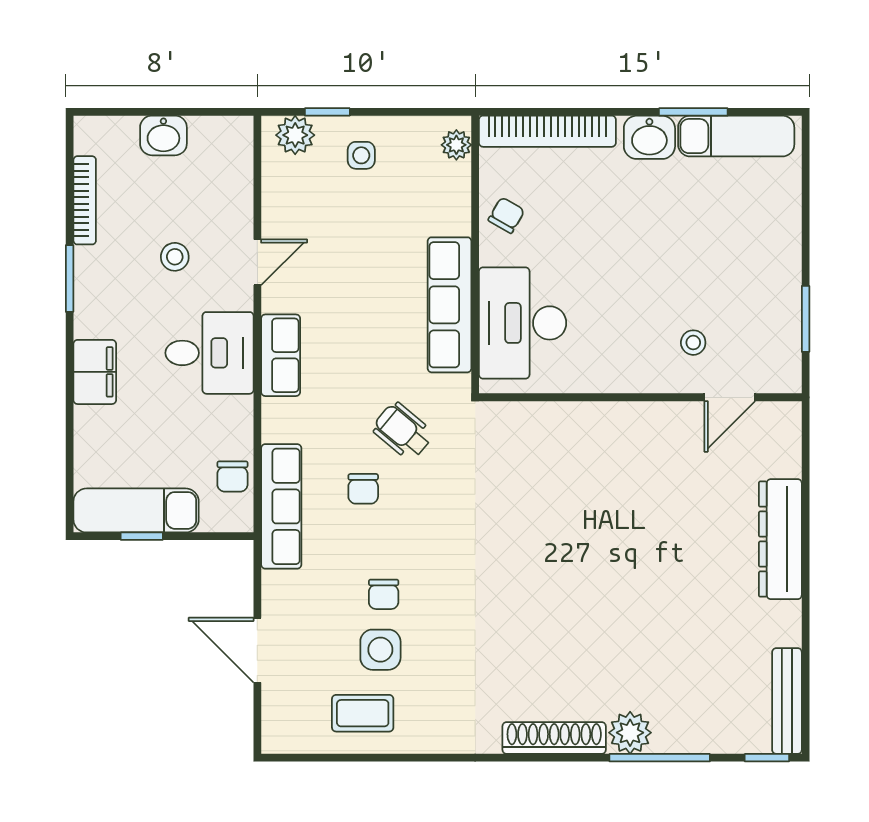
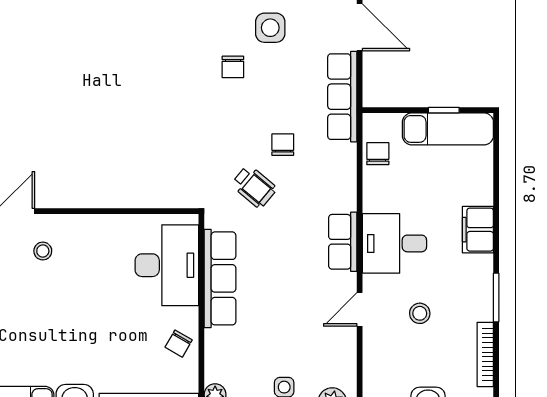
row of seats: (281, 506) -> (342, 97), moved
chair: (384, 594) -> (233, 67), moved, turned 180

